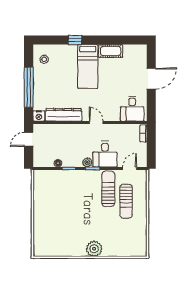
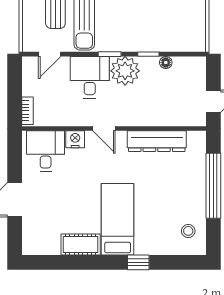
nightstand: (39, 116) -> (75, 139), moved
plant: (87, 162) -> (125, 71), width x1.88, depth x1.88

